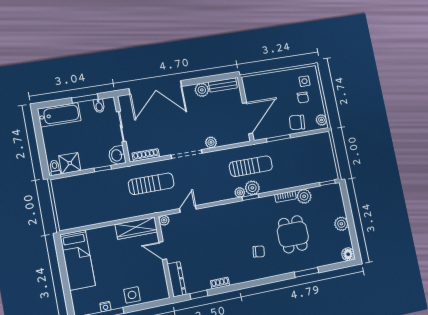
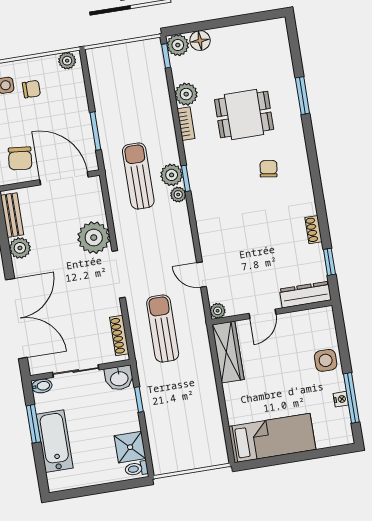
bidet: (99, 106) -> (42, 386), moved
bathtub: (59, 115) -> (55, 441), moved
chair: (297, 122) -> (20, 158), moved
plant: (211, 142) -> (94, 238), width x1.87, depth x1.87
plant: (341, 224) -> (178, 45), moved
floor lamp: (348, 254) -> (200, 41), moved

